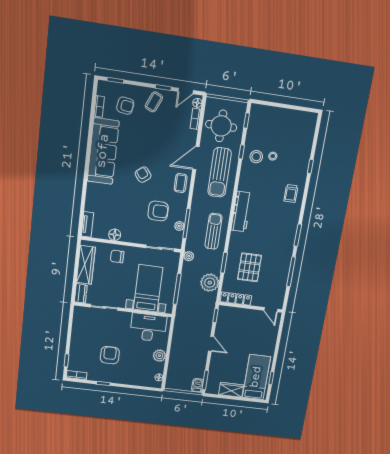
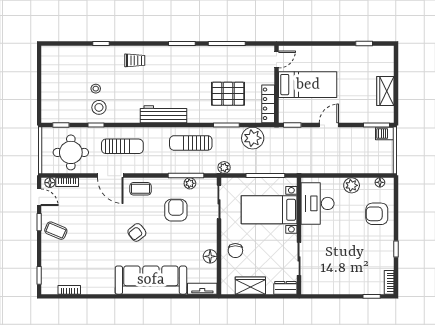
armchair: (125, 106) -> (64, 261), removed
sofa: (103, 151) -> (151, 280), moved
sun lounger: (220, 172) -> (122, 146), width x0.73, depth x0.75
wardrobe: (86, 265) -> (250, 286), width x0.67
armchair: (110, 355) -> (377, 214), moved
bed: (256, 377) -> (308, 85), moved, turned 180

